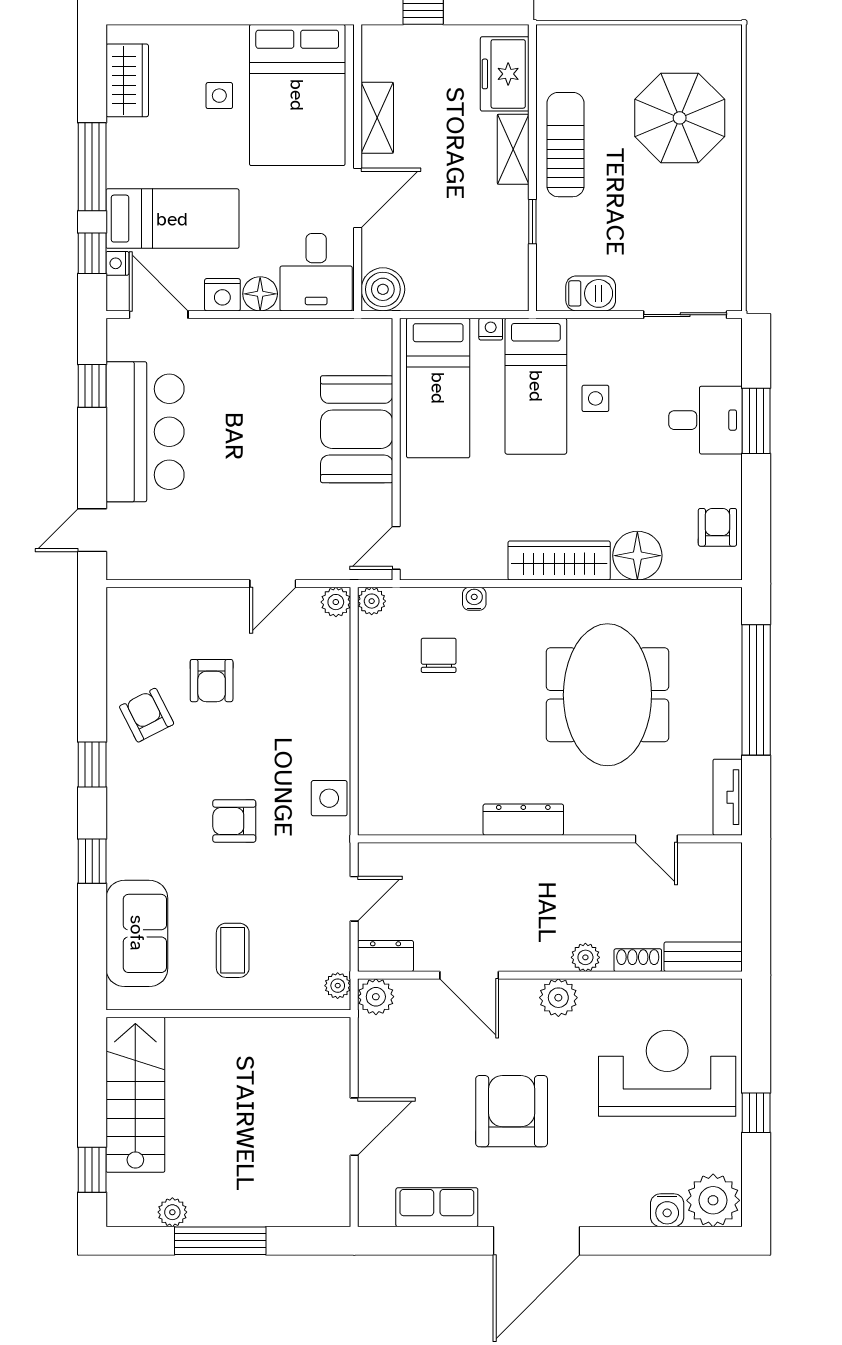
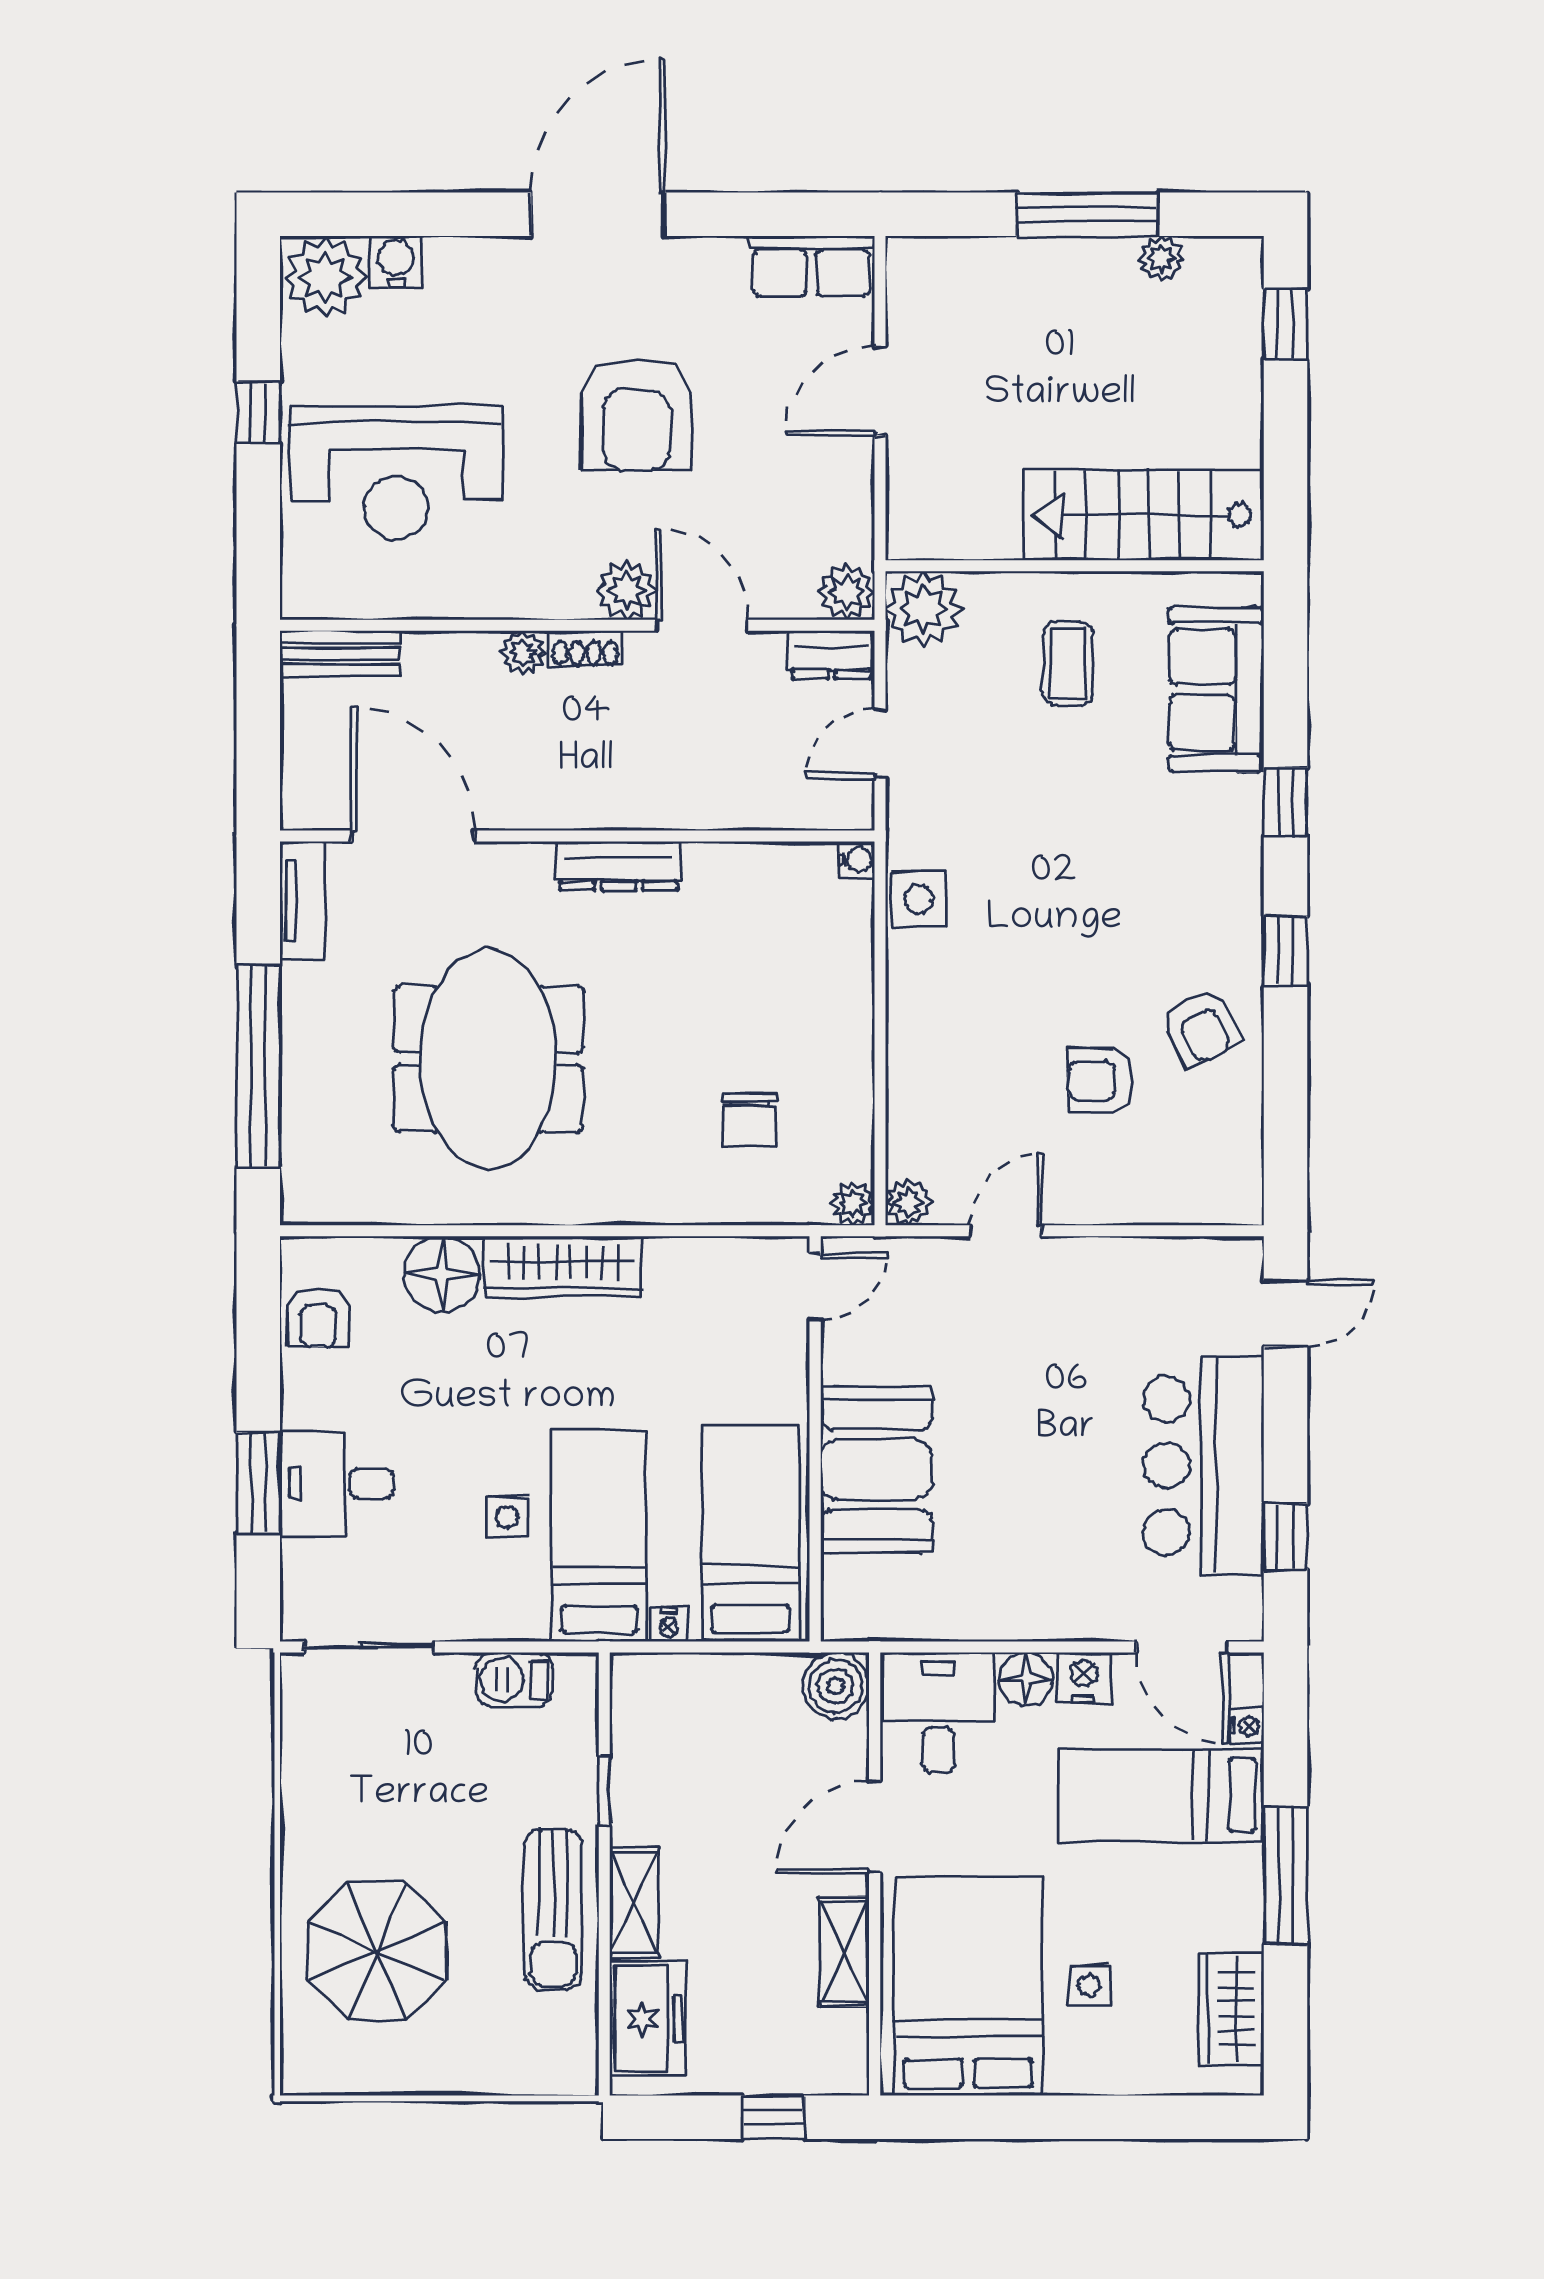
window: (92, 253) -> (1285, 1742), removed
water cooler: (474, 599) -> (857, 859), moved, turned -90
armchair: (212, 681) -> (1101, 1081), turned -90
armchair: (234, 821) -> (1065, 864), removed
door: (656, 839) -> (413, 836), width x1.87
shoe rack: (638, 960) -> (585, 648), moved
plant: (338, 986) -> (923, 609), width x1.87, depth x1.87
plant: (558, 998) -> (626, 590), moved
stairs: (135, 1095) -> (1144, 515), moved, turned 90
row of seats: (437, 1207) -> (811, 266), moved

